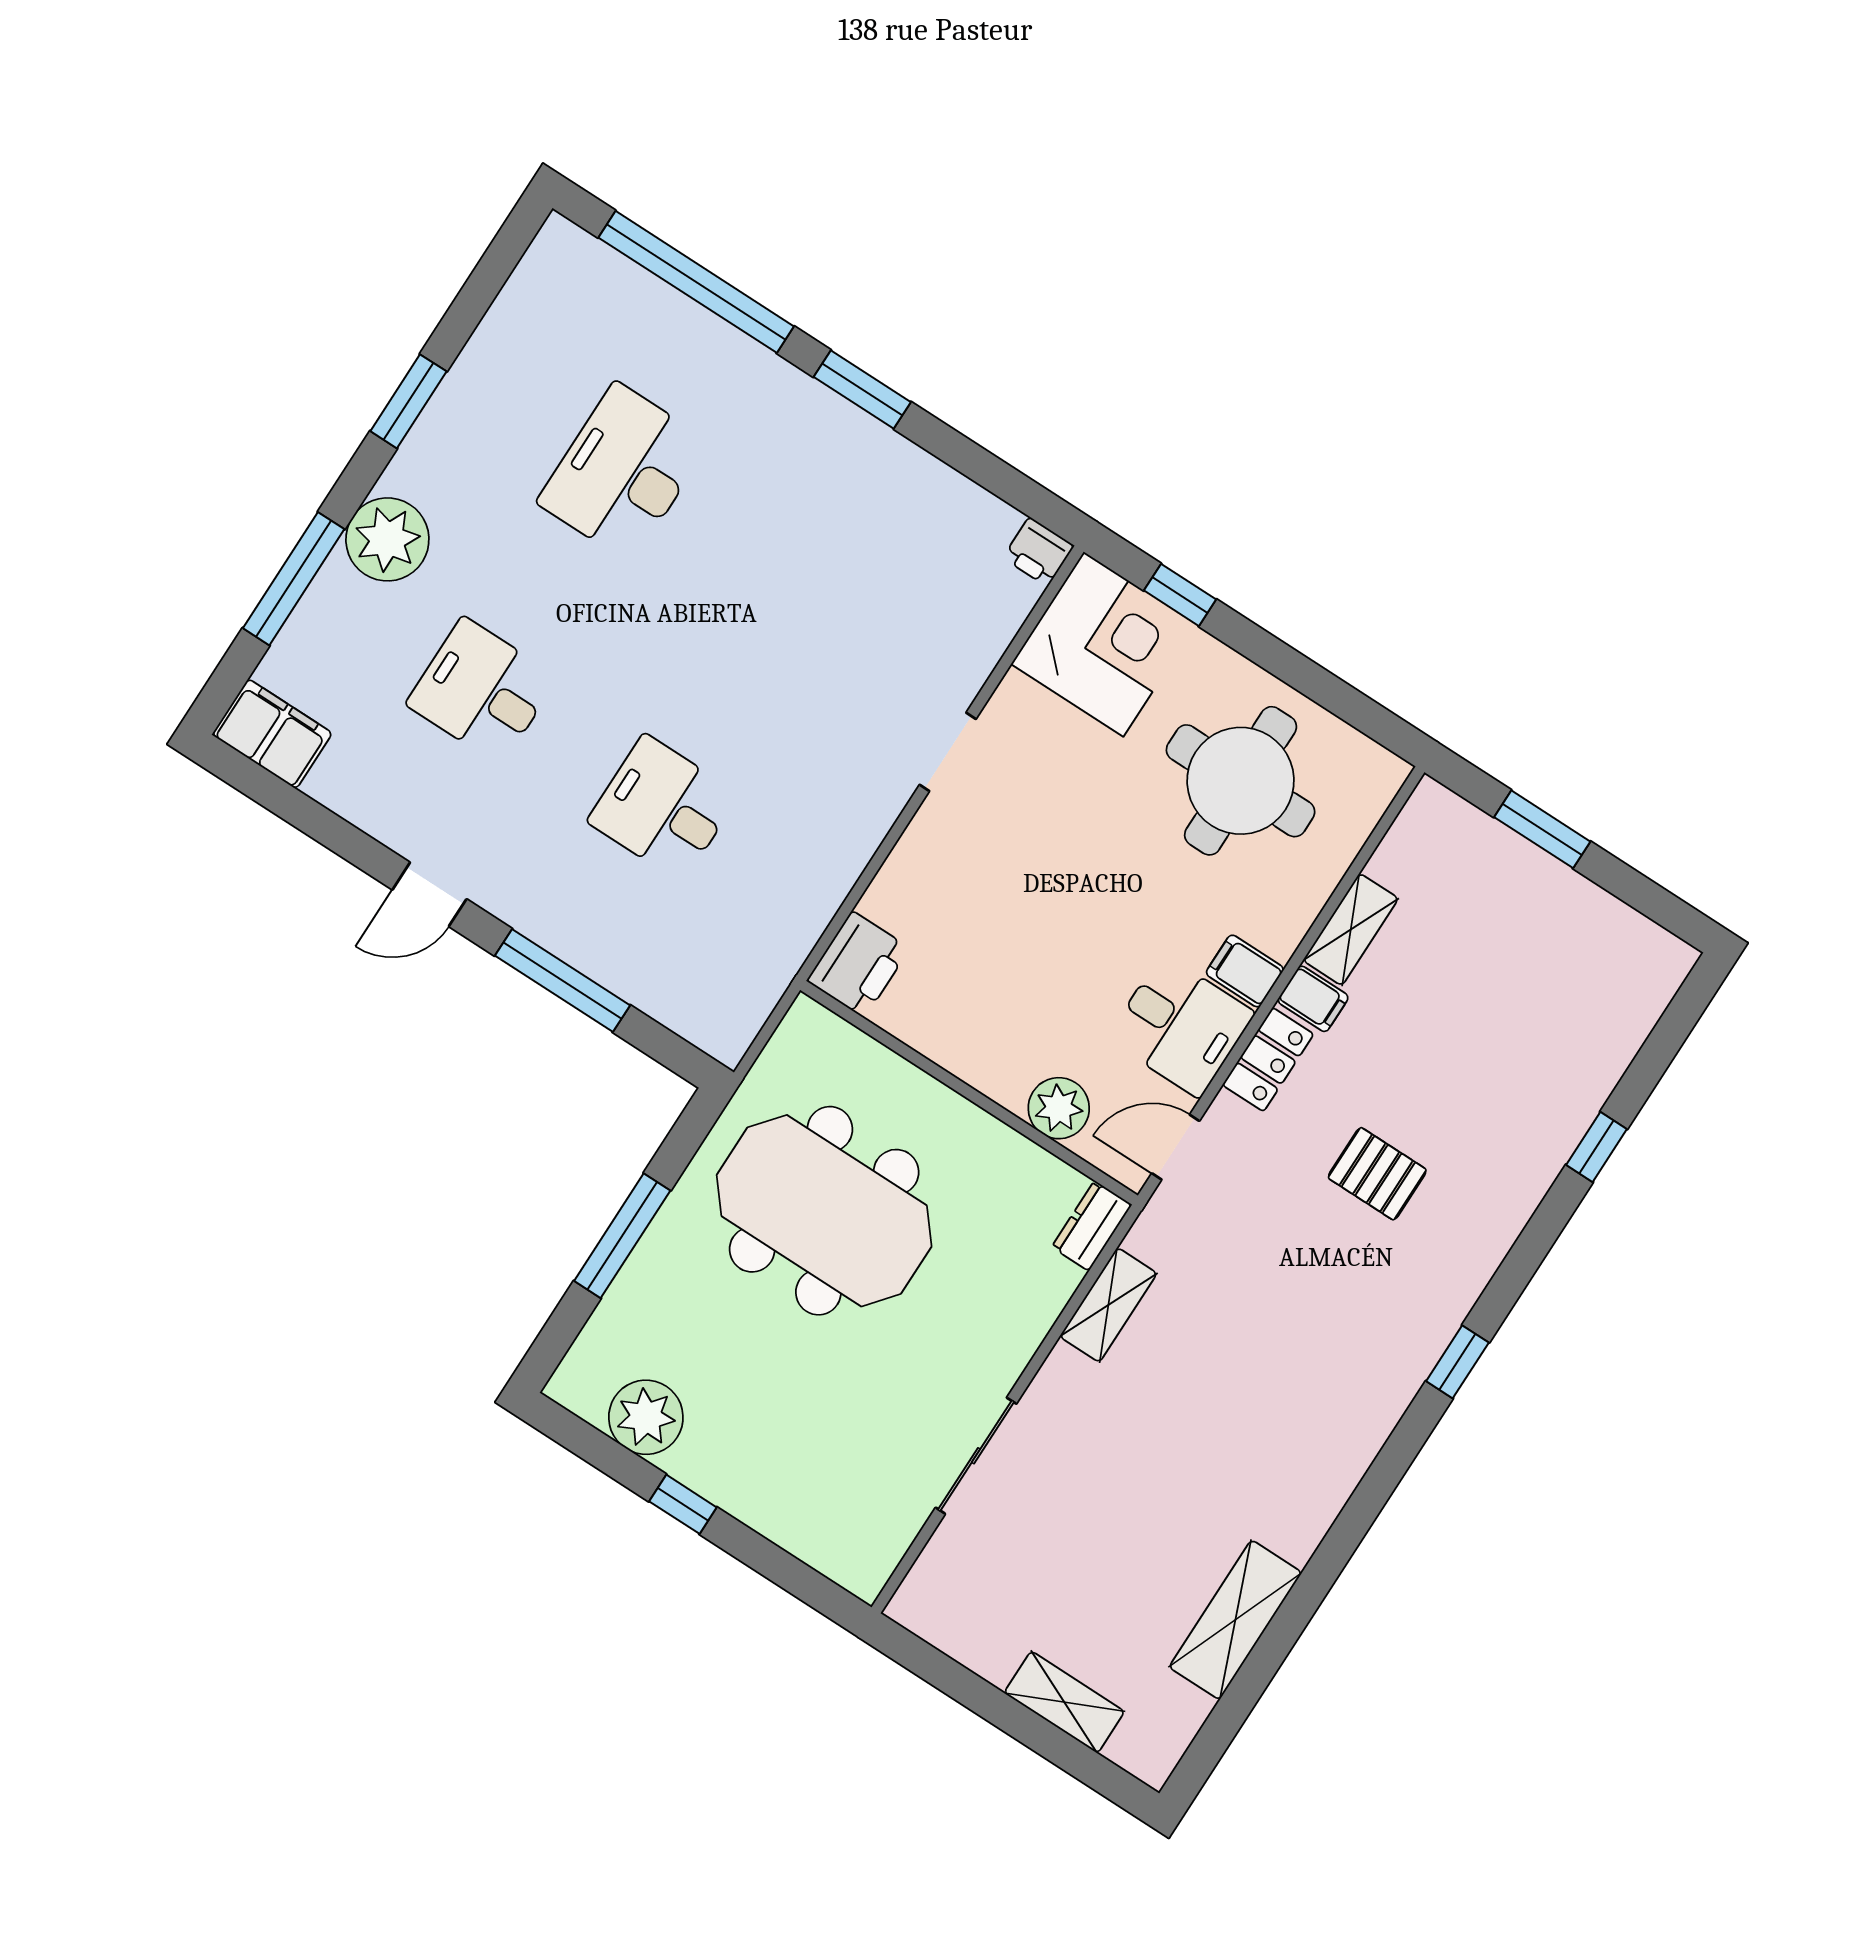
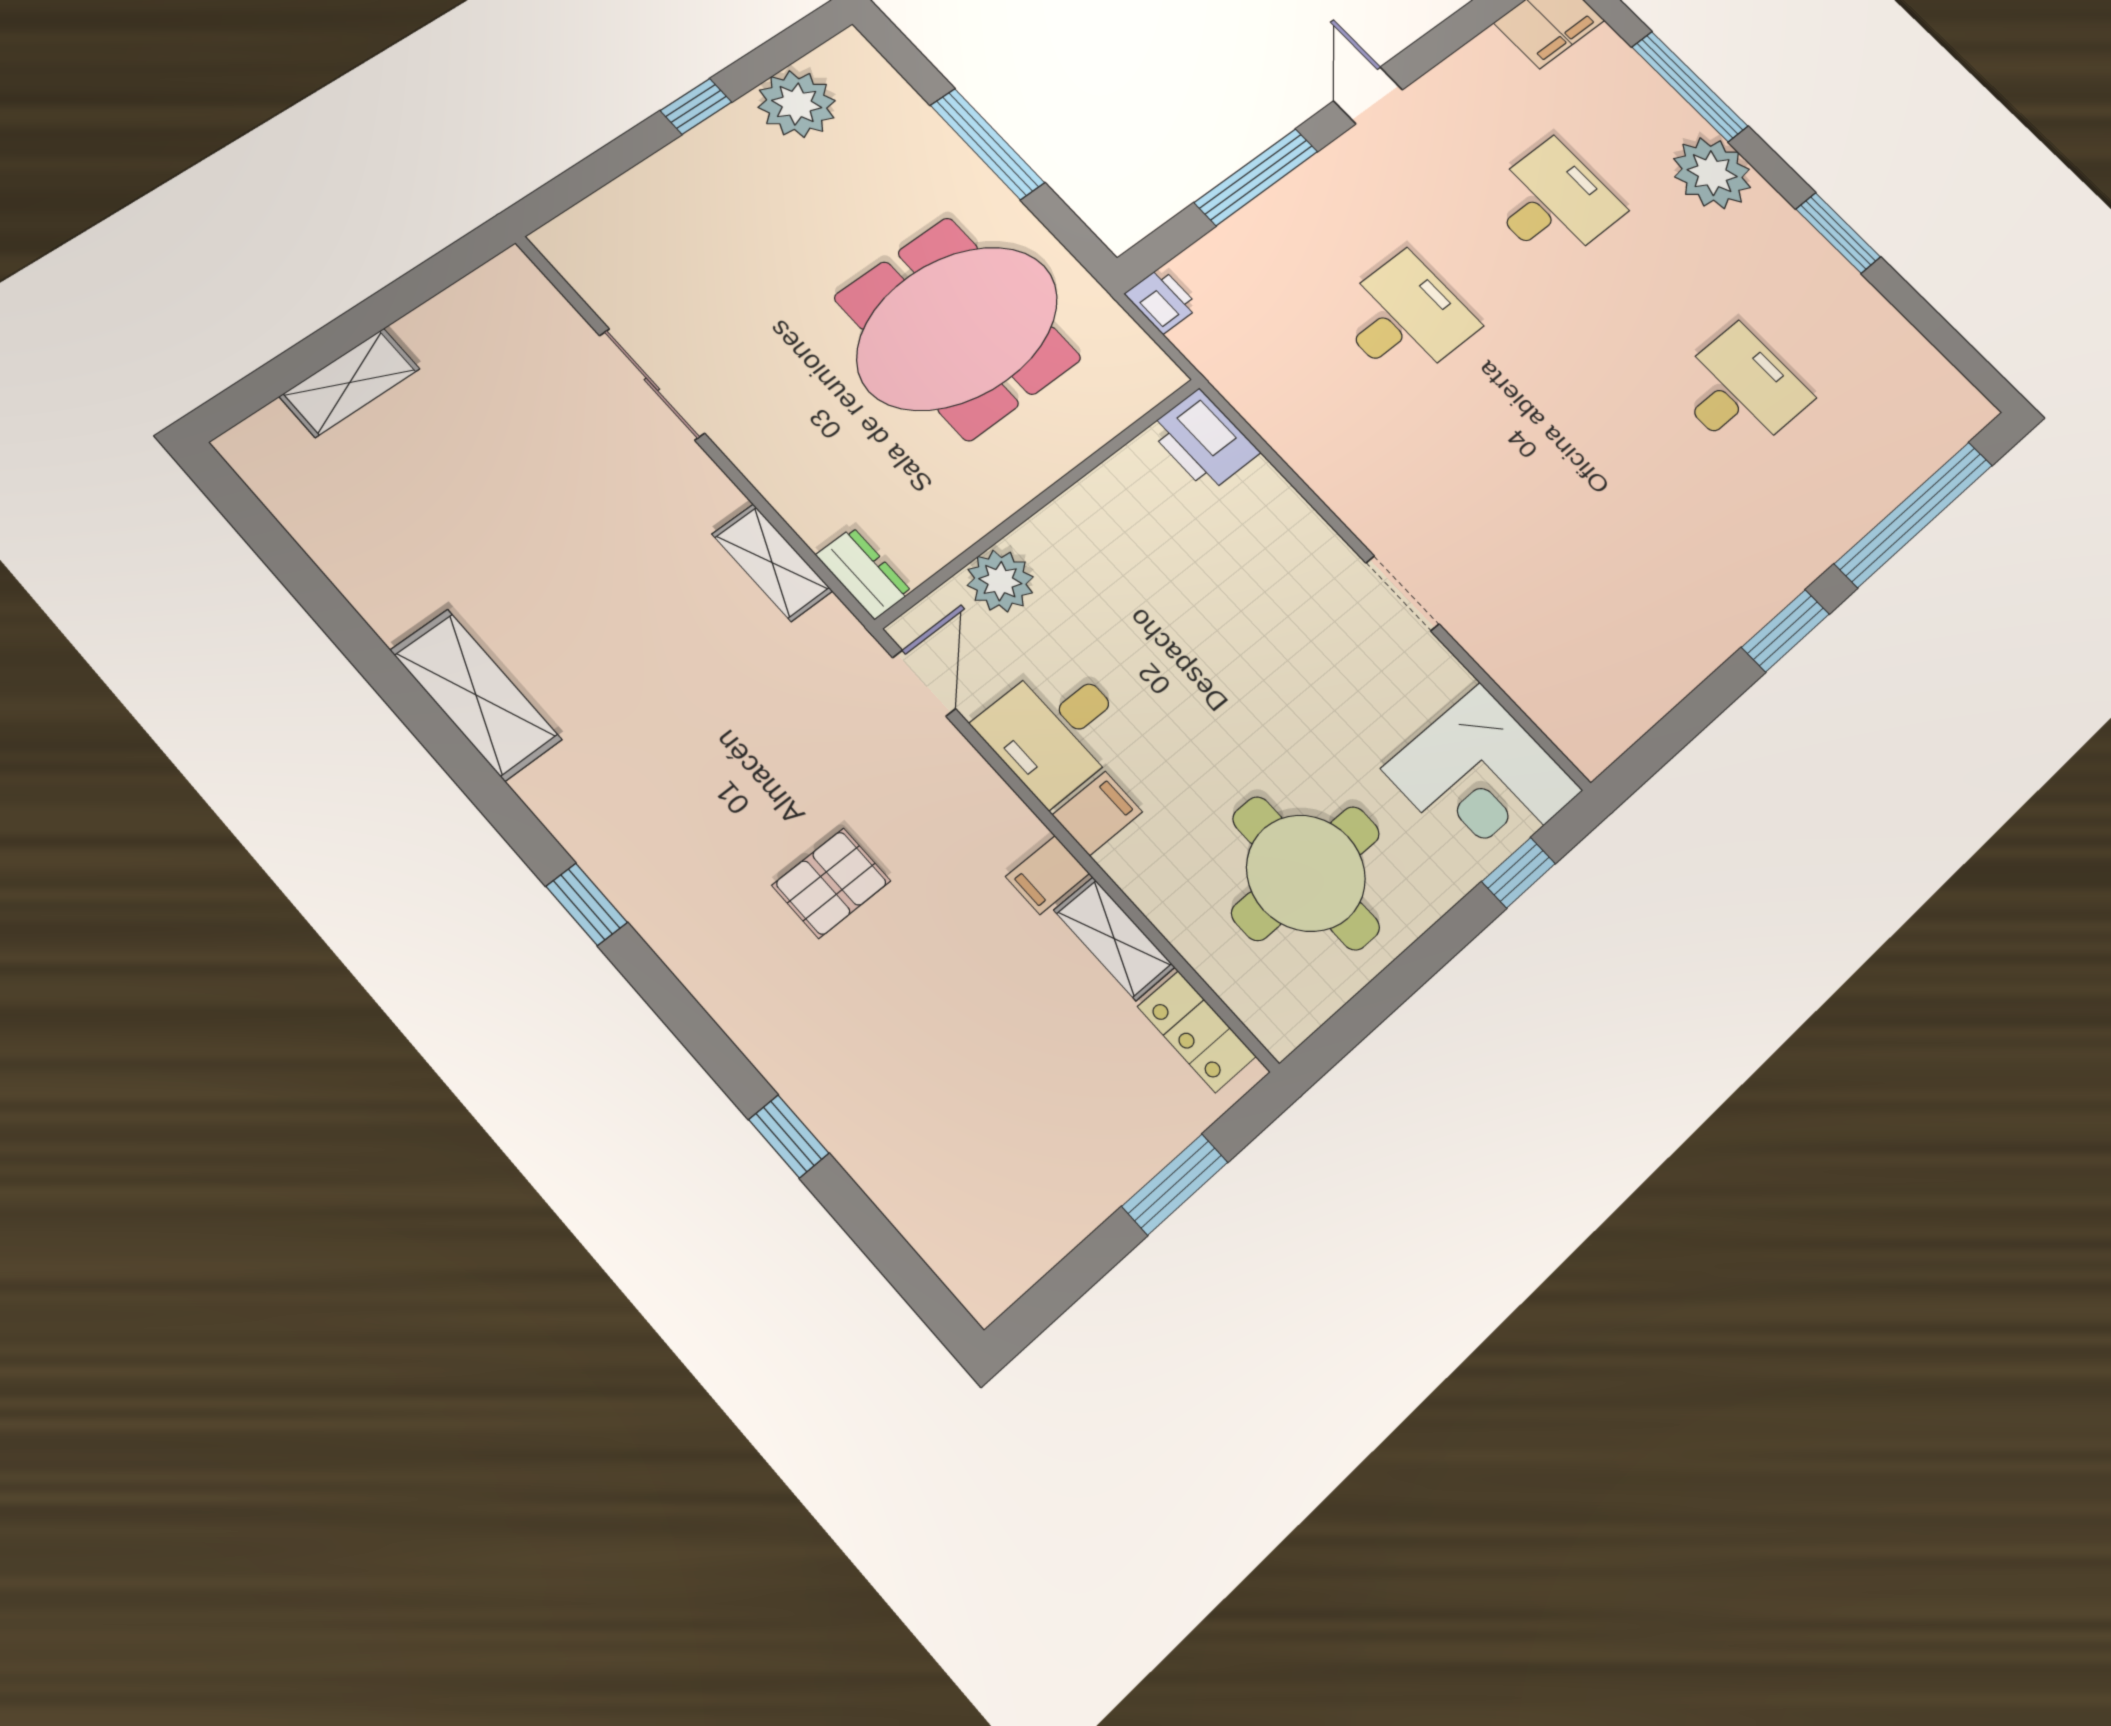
desk: (623, 472) -> (1740, 391), width x0.73
printer: (1039, 552) -> (1162, 300), moved, turned 90
locker: (1268, 1060) -> (1197, 1032), moved
shelving: (1235, 1620) -> (476, 695), moved

